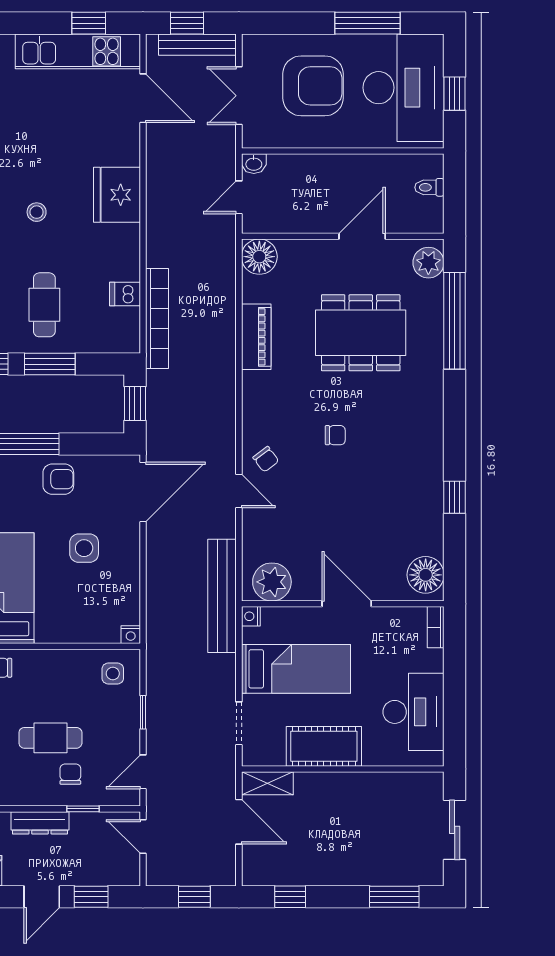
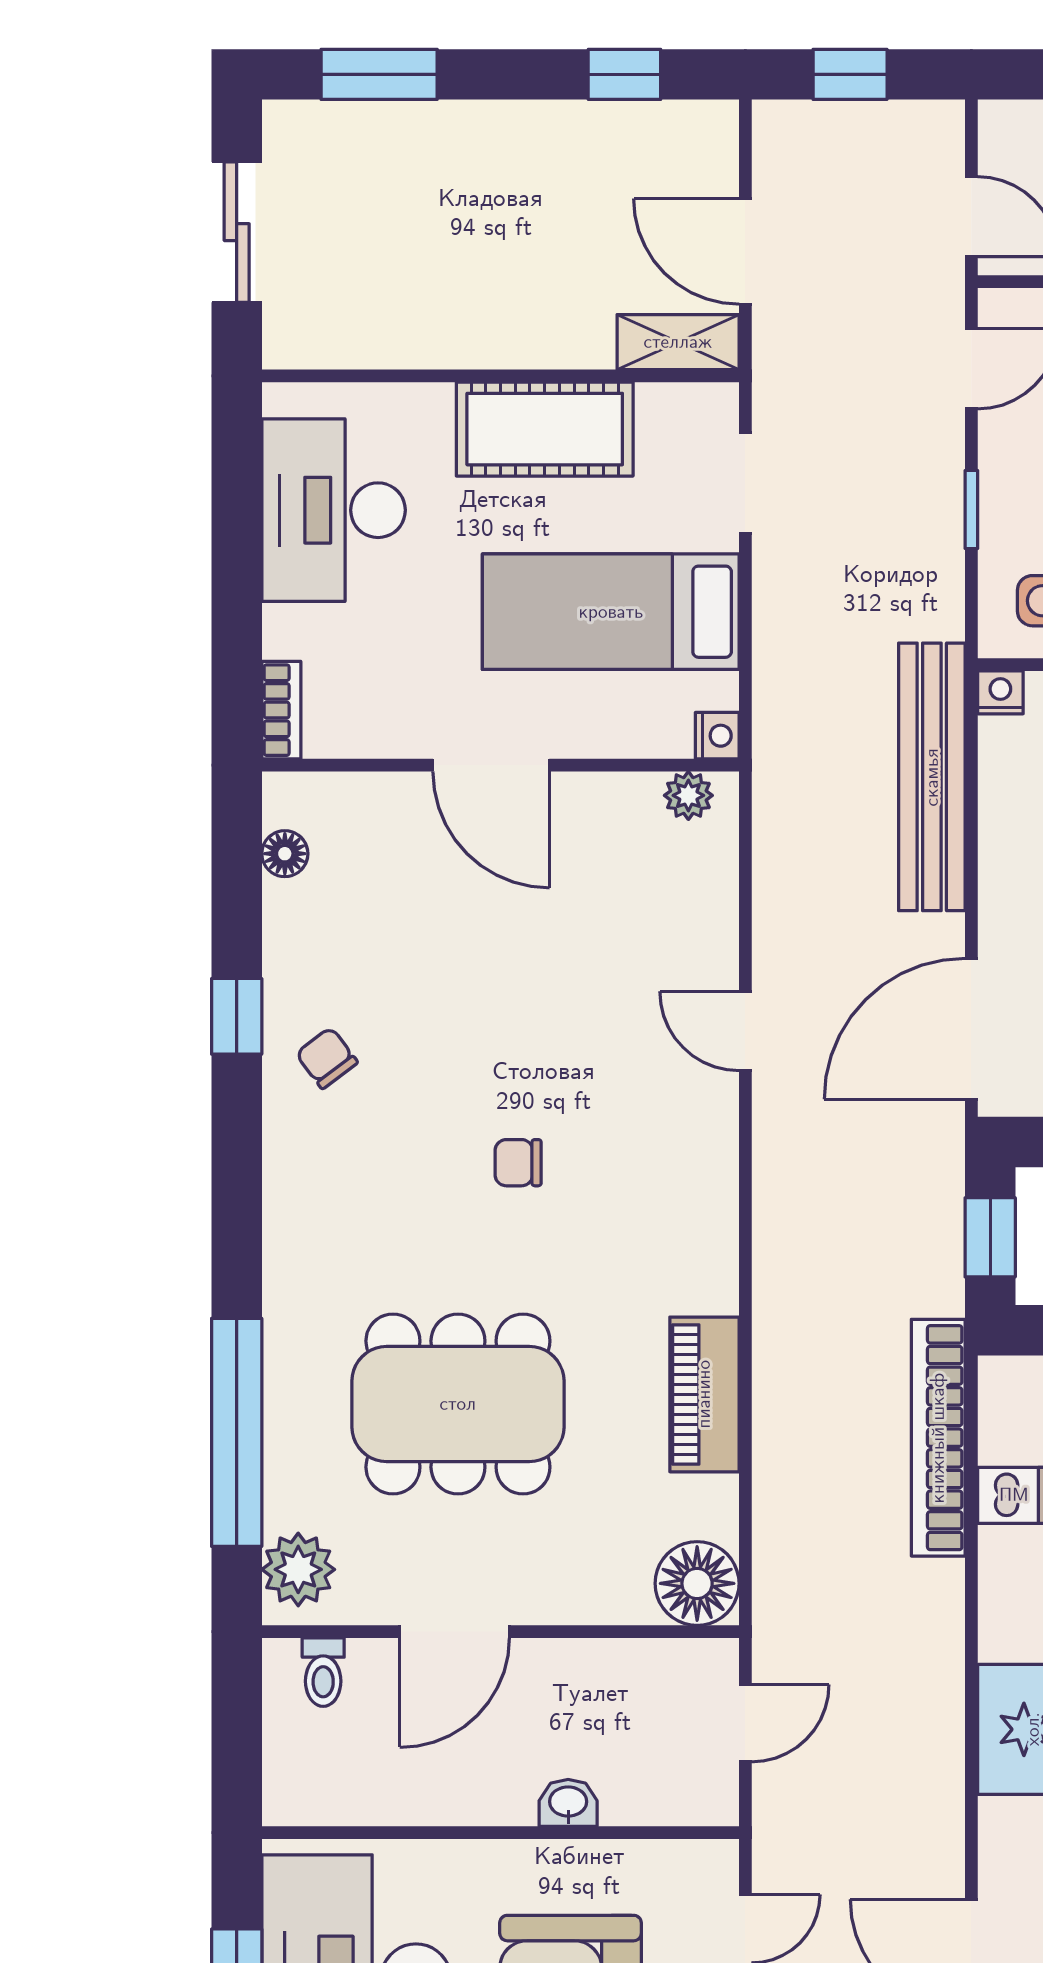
washbasin: (254, 164) -> (568, 1803), moved
toilet: (429, 187) -> (323, 1672), moved, turned 90
chair: (266, 459) -> (327, 1058), moved
floor lamp: (426, 575) -> (285, 854), width x0.53, depth x0.53
plant: (272, 582) -> (688, 795), width x0.53, depth x0.53
bench: (222, 596) -> (932, 777), moved

